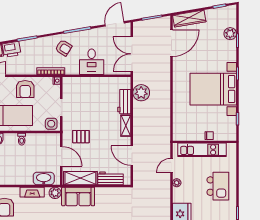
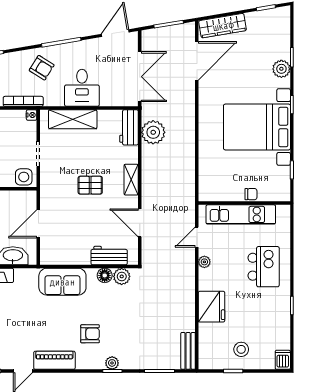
plant: (230, 34) -> (281, 69), moved
double door: (132, 54) -> (140, 77), swing flipped
workbench: (124, 102) -> (129, 127), moved
pallet: (81, 137) -> (90, 185), moved
door: (61, 156) -> (38, 224), swing flipped
shelving: (80, 178) -> (73, 119), moved
floor lamp: (107, 192) -> (105, 275), added
plant: (55, 193) -> (122, 276), moved

